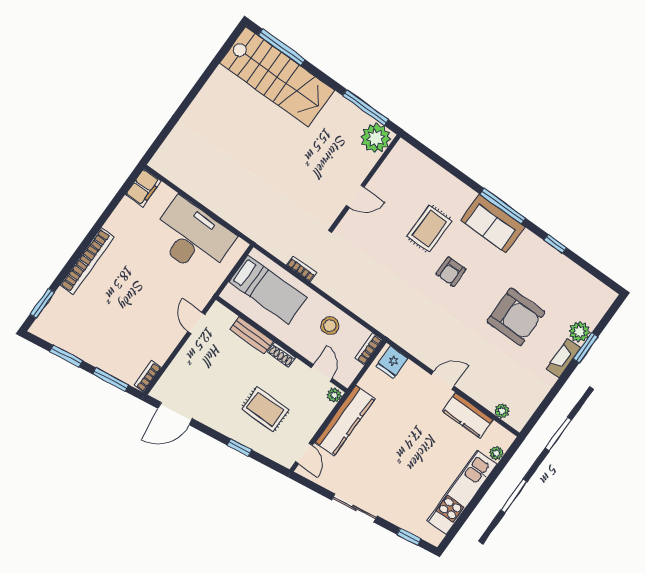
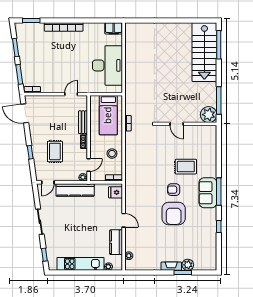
armchair: (516, 317) -> (174, 214), moved

